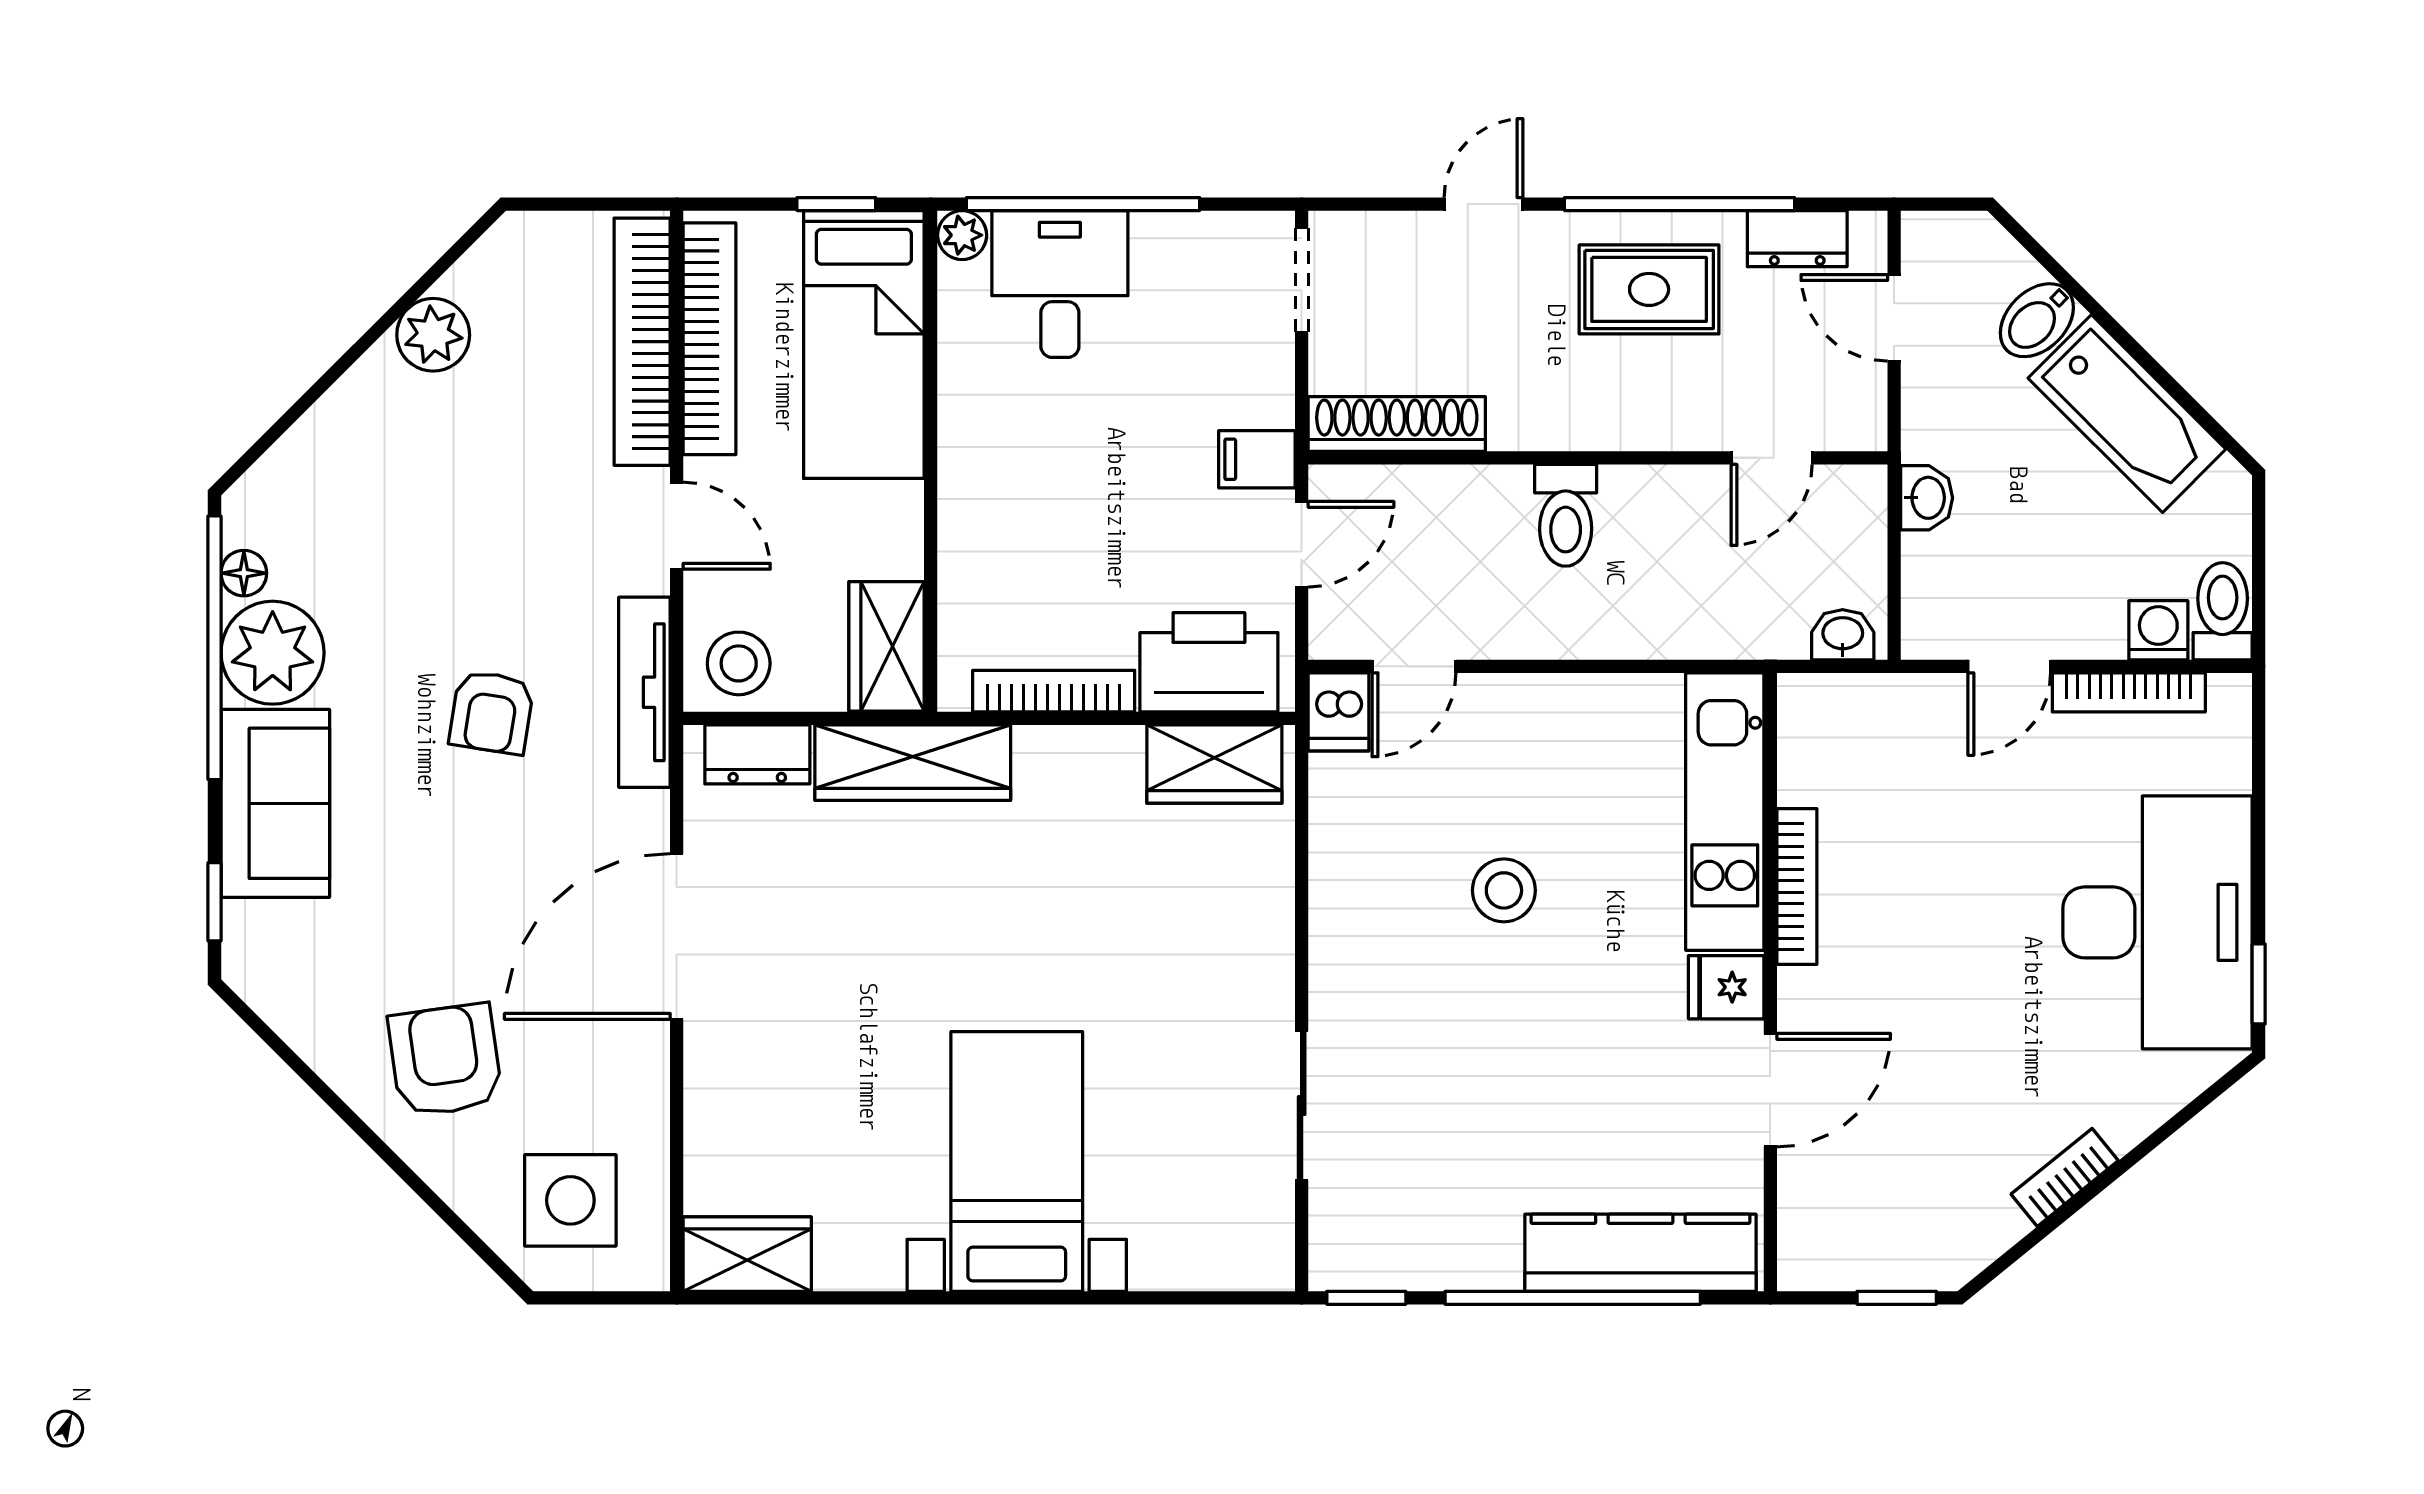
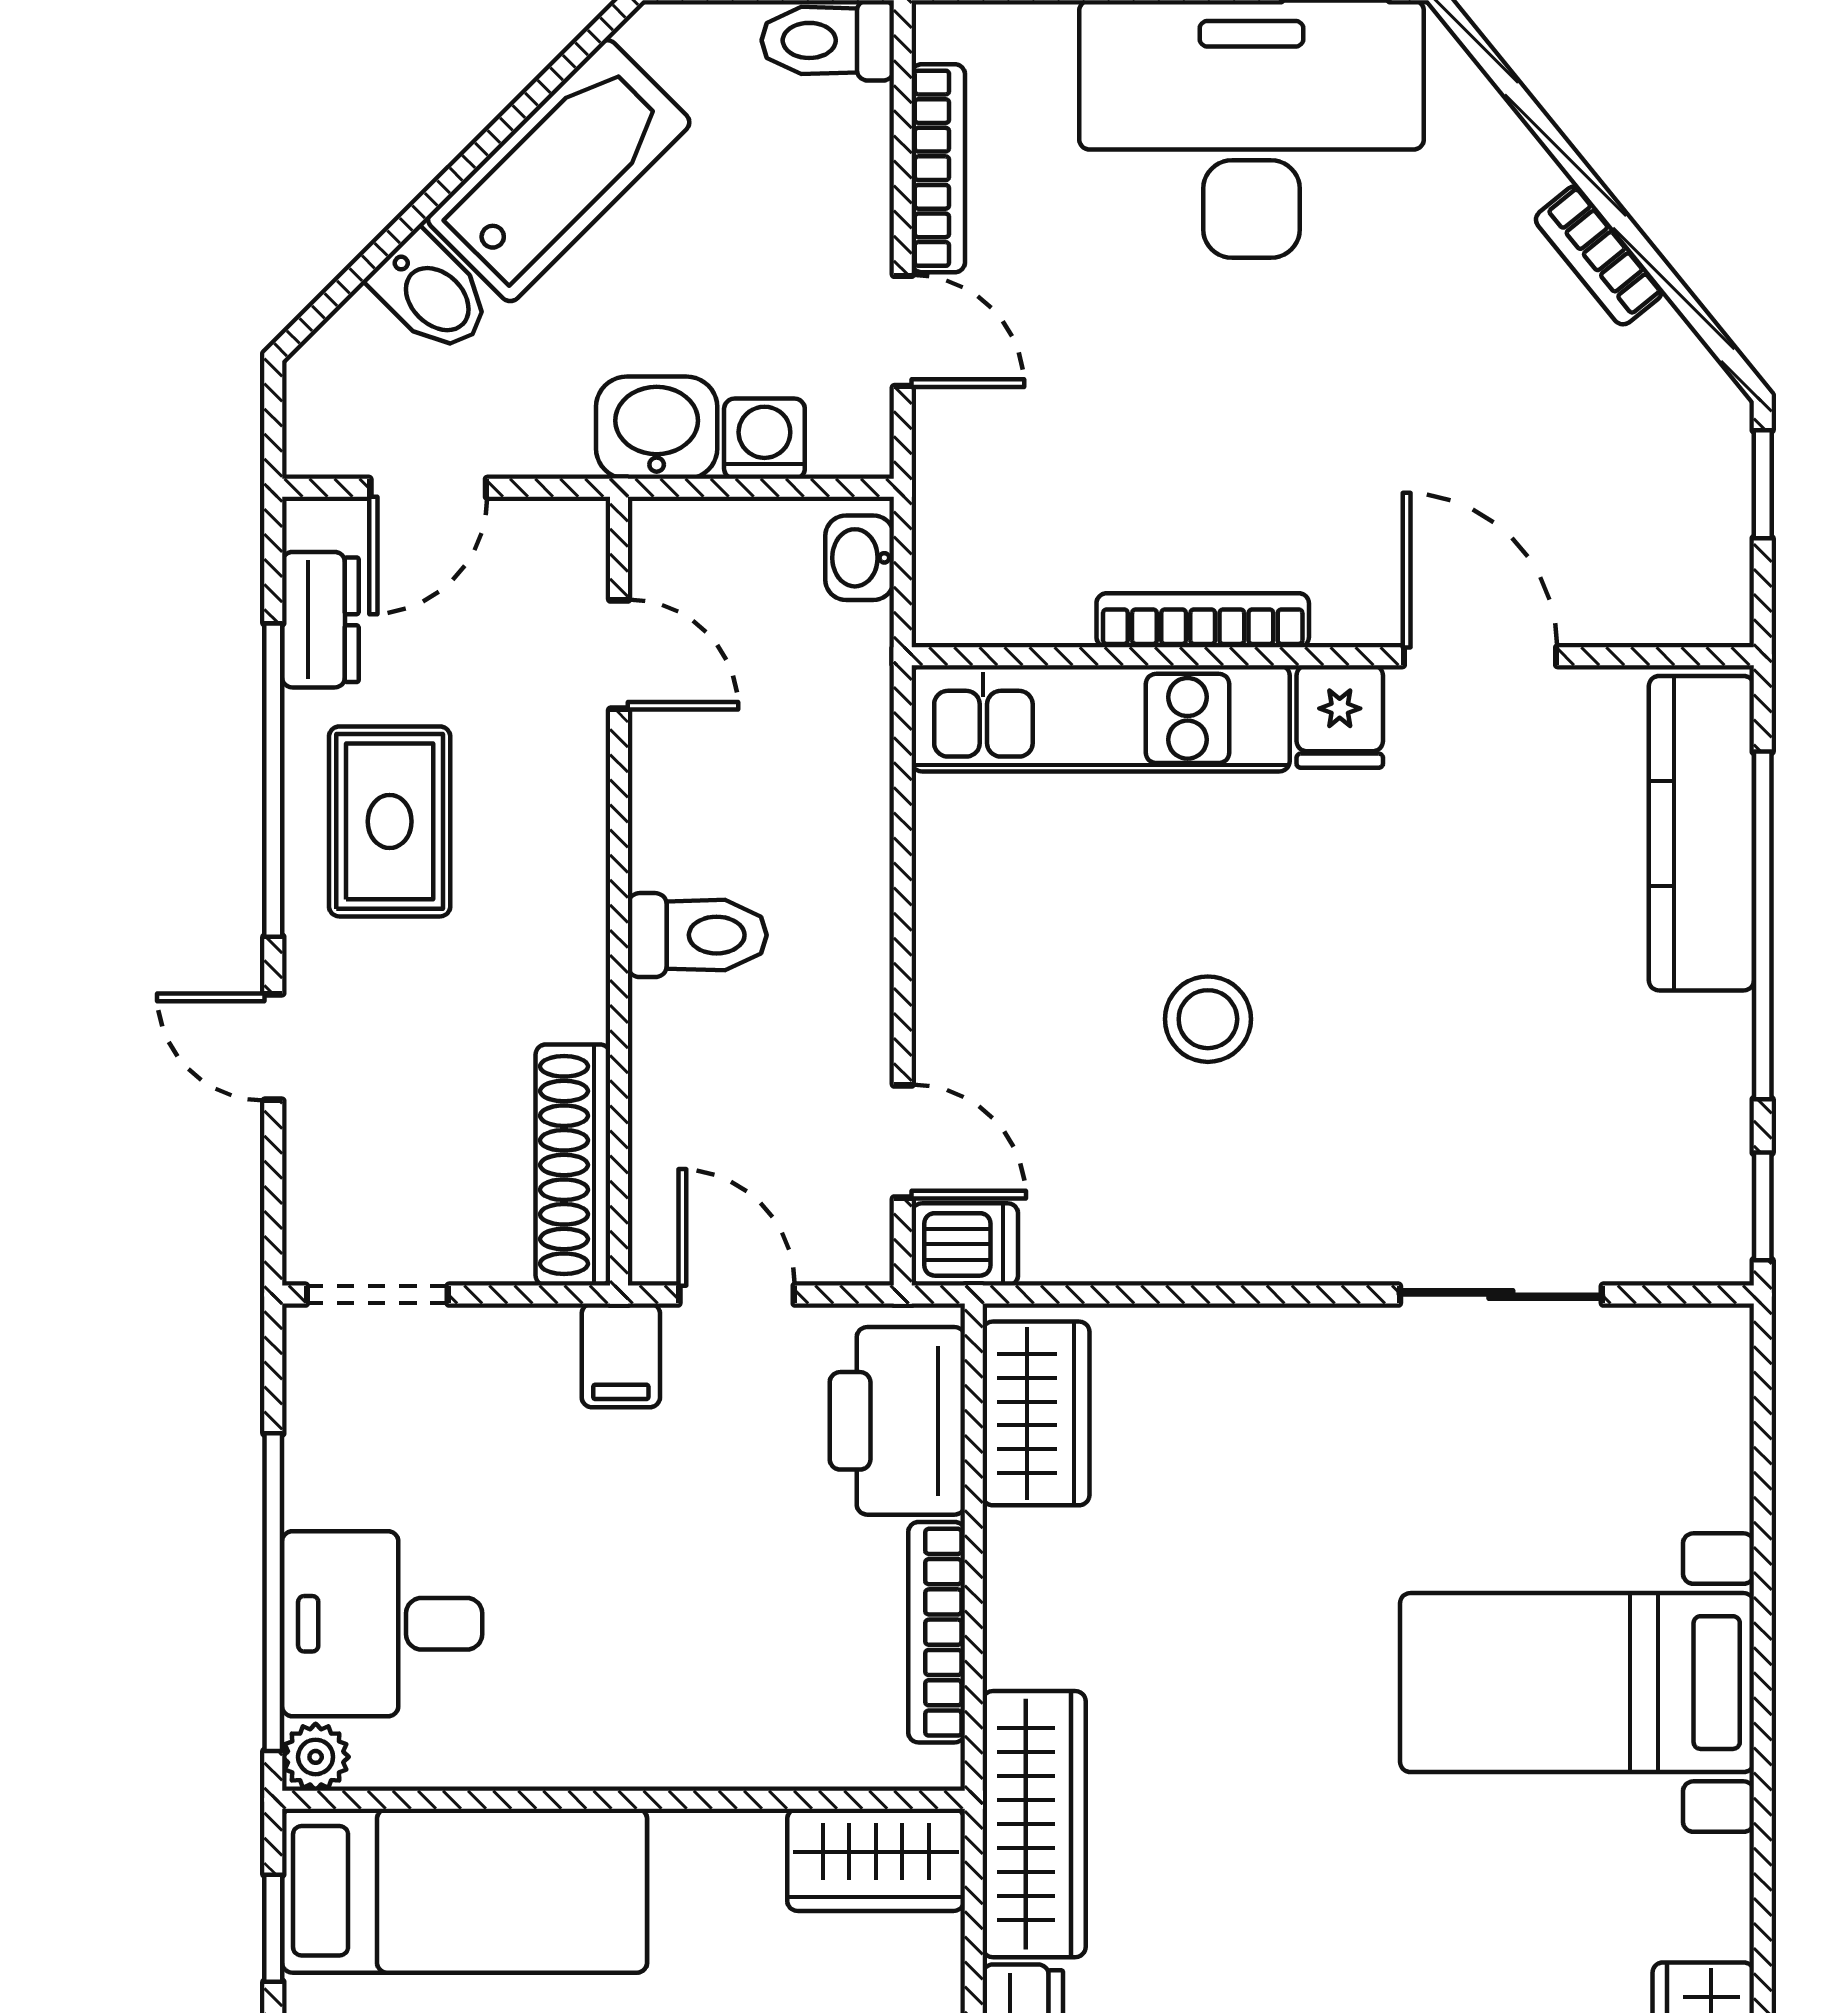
washbasin: (1927, 498) -> (657, 428), width x1.38, depth x1.45
washing machine: (2158, 630) -> (764, 439), moved, turned 90

